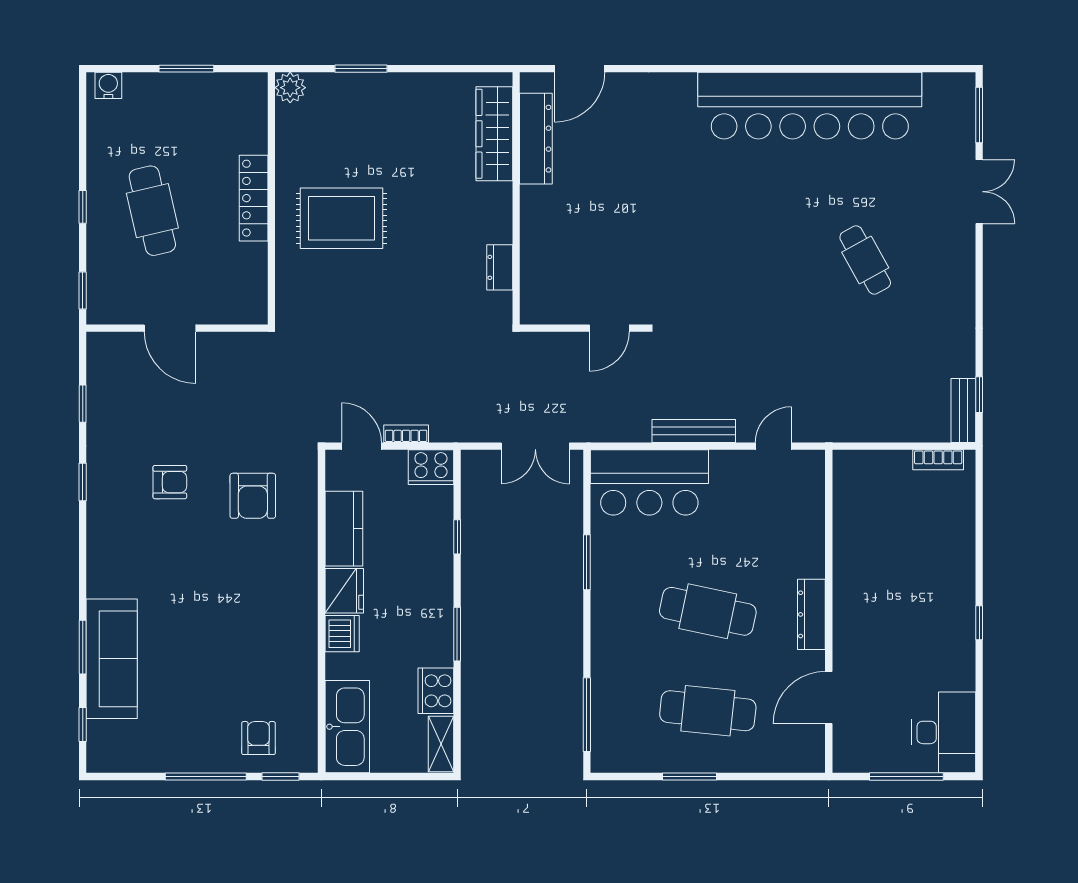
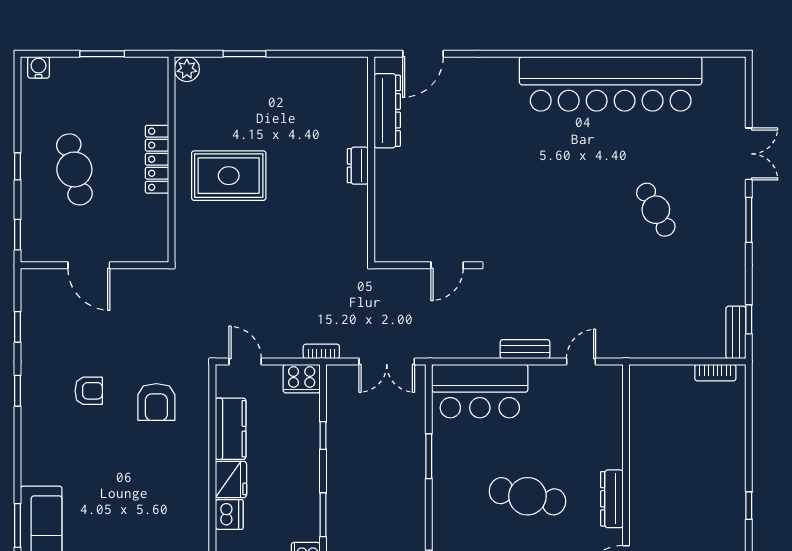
window: (979, 115) -> (749, 220), moved
wardrobe: (494, 134) -> (353, 107), removed
dresser: (500, 267) -> (358, 166), moved
bench: (694, 431) -> (525, 349), width x0.73
bookcase: (406, 434) -> (321, 351), moved

